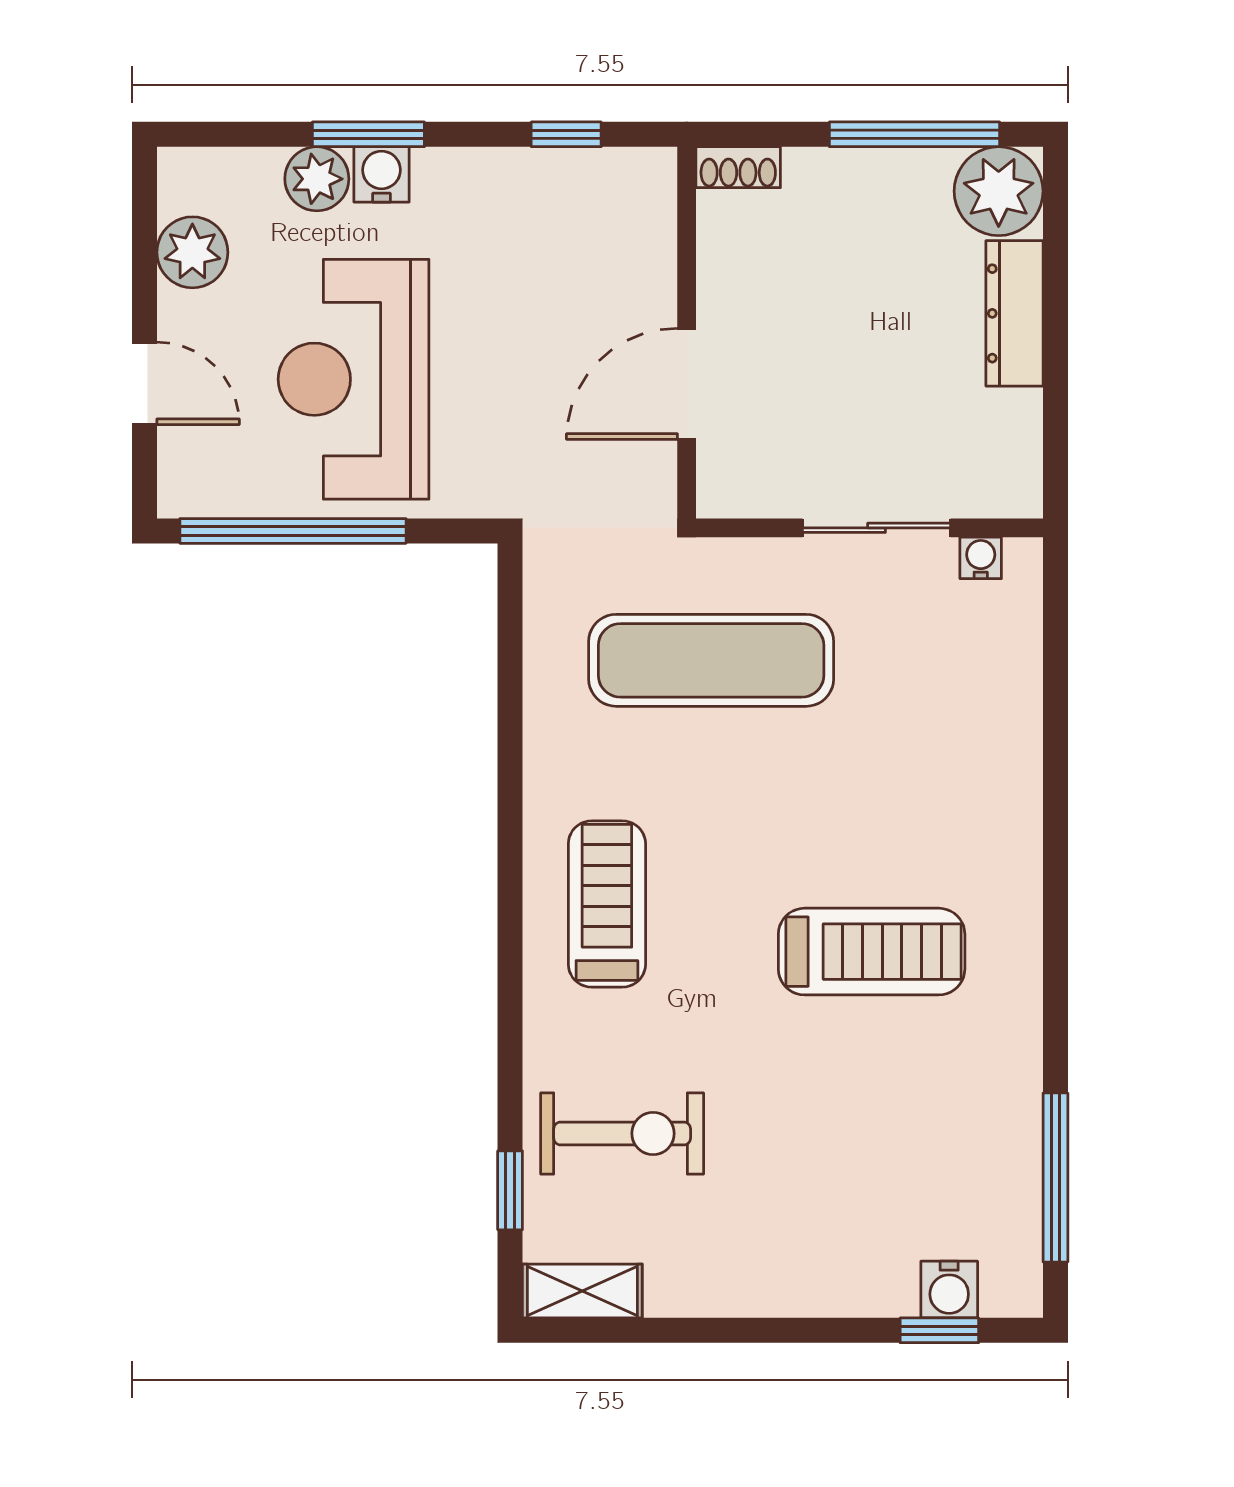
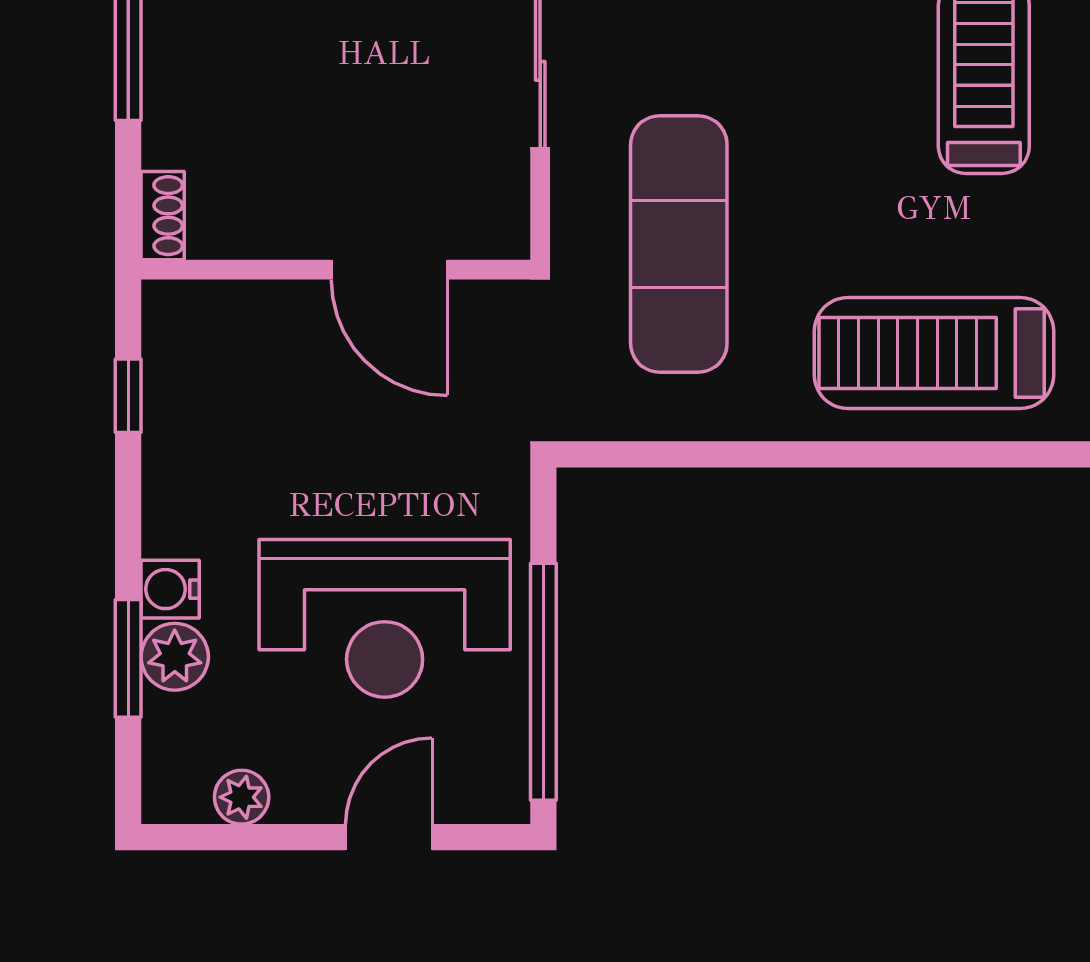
window: (368, 134) -> (128, 658), moved
plant: (192, 252) -> (242, 797), width x0.73, depth x0.73
treadmill: (607, 904) -> (934, 353), width x1.37, depth x1.38

